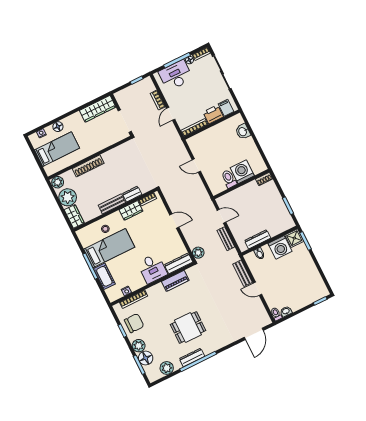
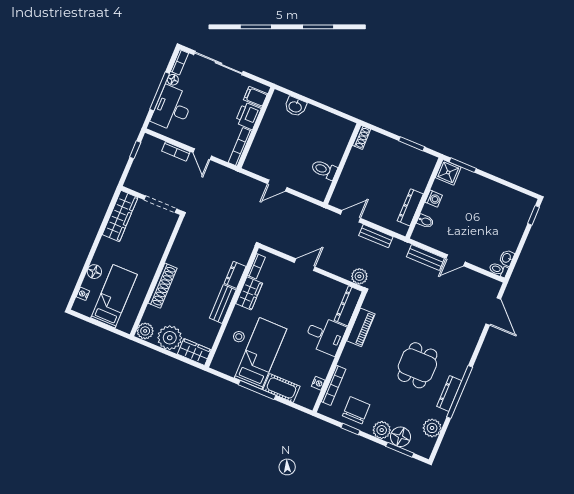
washing machine: (242, 172) -> (332, 150), removed
washing machine: (280, 247) -> (434, 199), width x0.53, depth x0.53

